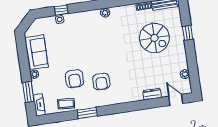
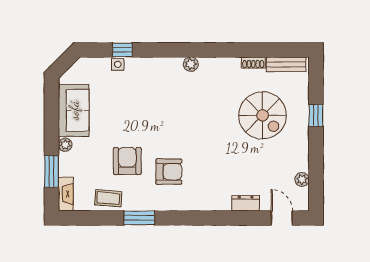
armchair: (74, 79) -> (127, 161), turned 180
armchair: (101, 81) -> (169, 172), turned -90

